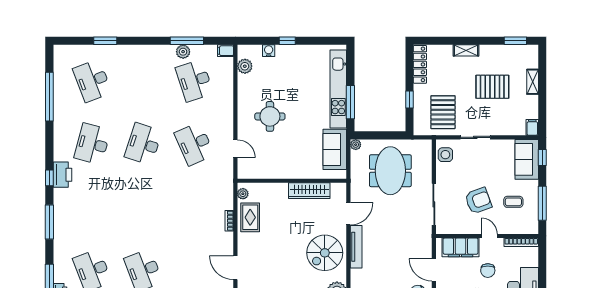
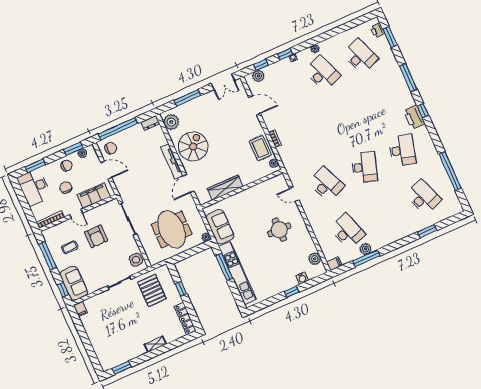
shelving: (533, 82) -> (95, 343), removed
pallet: (492, 87) -> (124, 326), removed
armchair: (478, 201) -> (96, 236), turned -70

